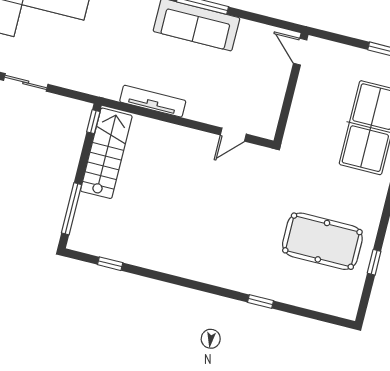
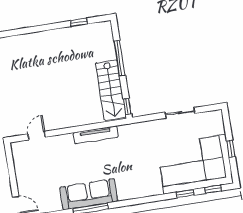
window: (71, 209) -> (120, 58), moved

